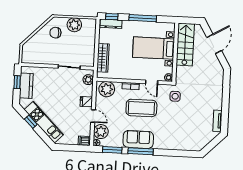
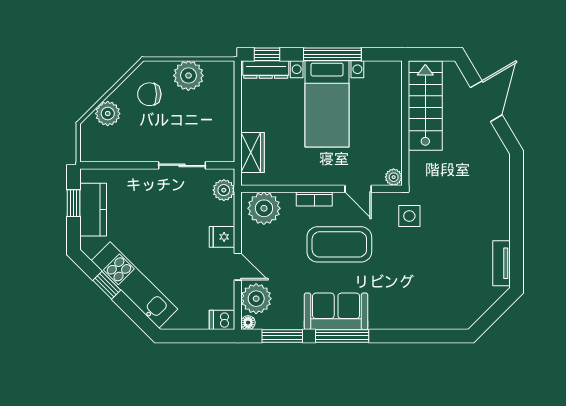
plant: (35, 41) -> (108, 114), added
bed with nightstands: (154, 48) -> (327, 104), moved, turned -90
wardrobe: (103, 58) -> (253, 152), width x0.67

